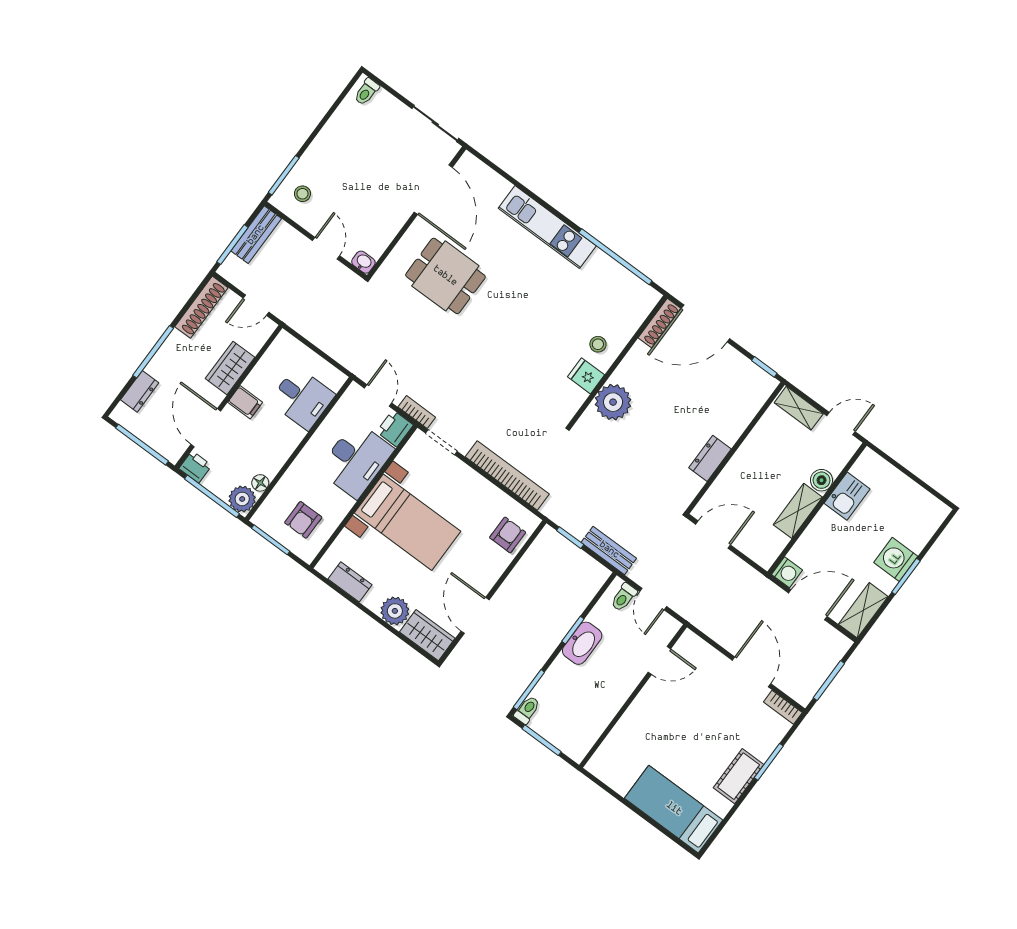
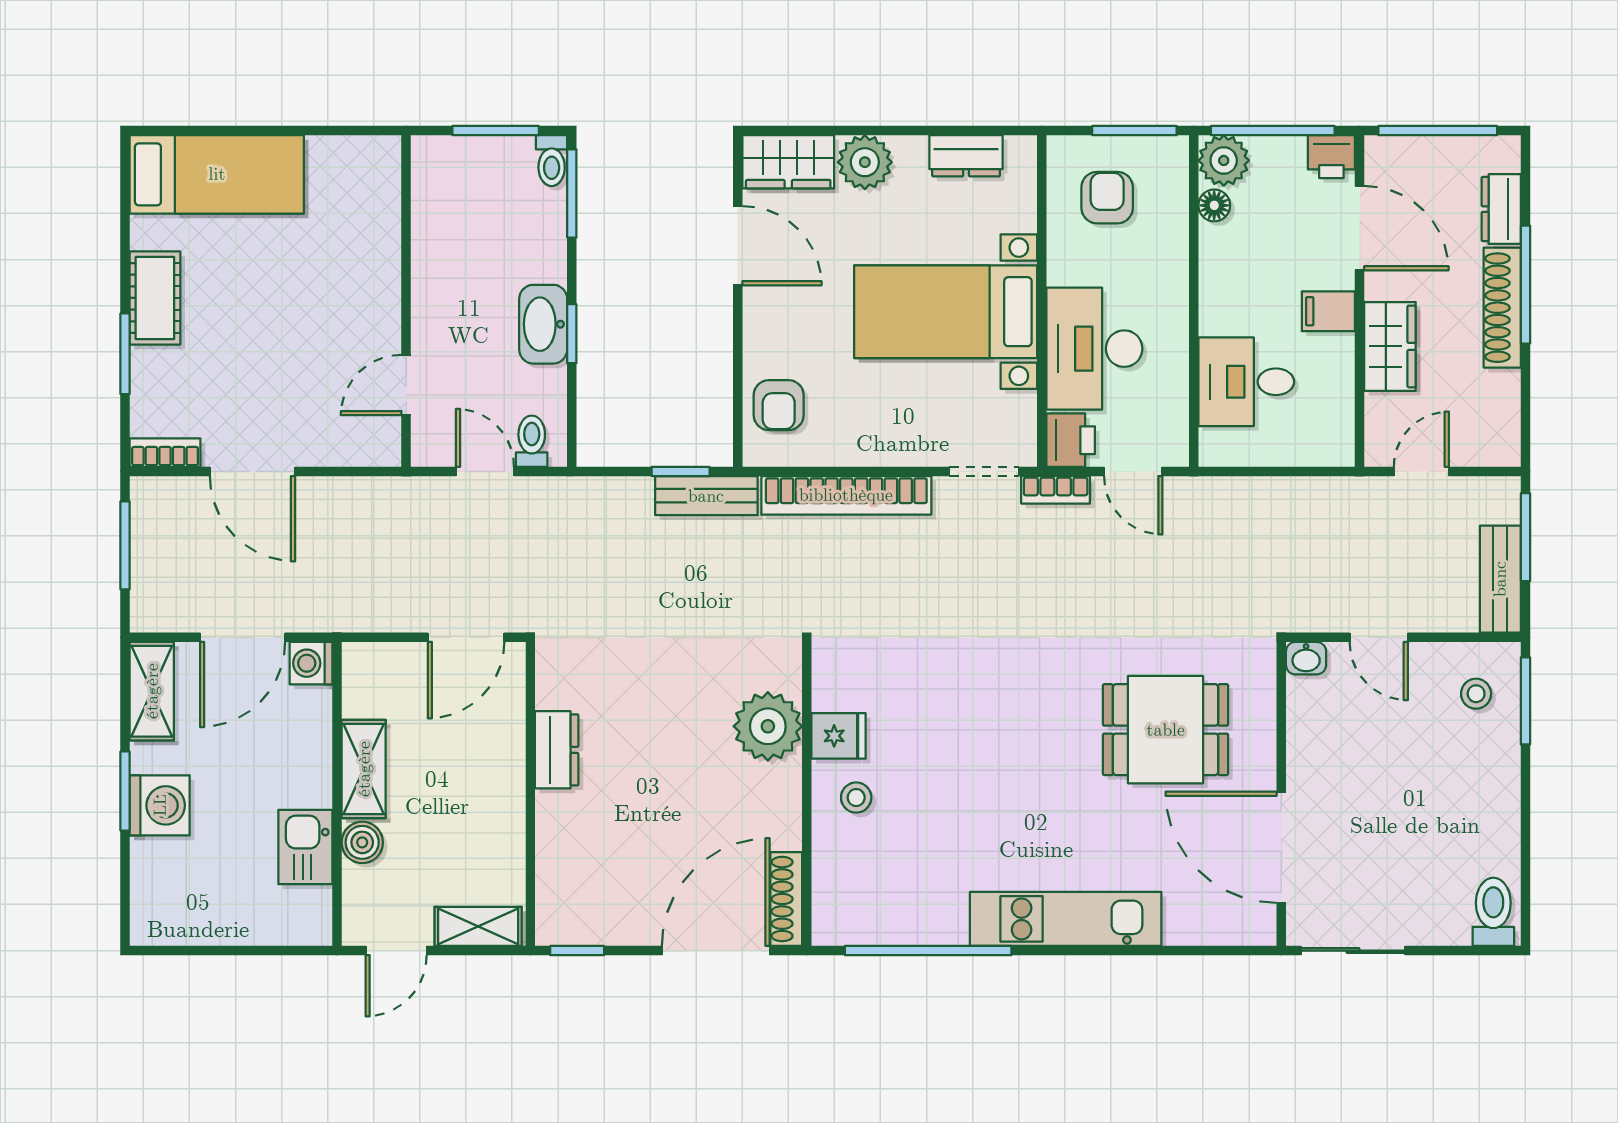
toilet: (367, 92) -> (1493, 912), width x1.37, depth x1.39
shoe rack: (201, 307) -> (1502, 308), moved
bench: (609, 550) -> (706, 496), moved

